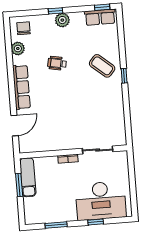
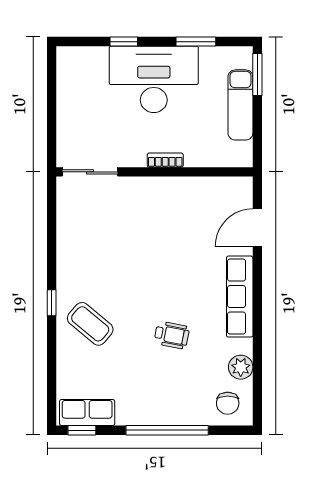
window: (56, 11) -> (167, 430), width x3.17
plant: (62, 20) -> (156, 413), removed
sliding door: (98, 150) -> (90, 172), moved
exam couch: (28, 177) -> (240, 105), moved
window: (19, 185) -> (257, 75), moved
desk: (101, 201) -> (154, 79), moved

